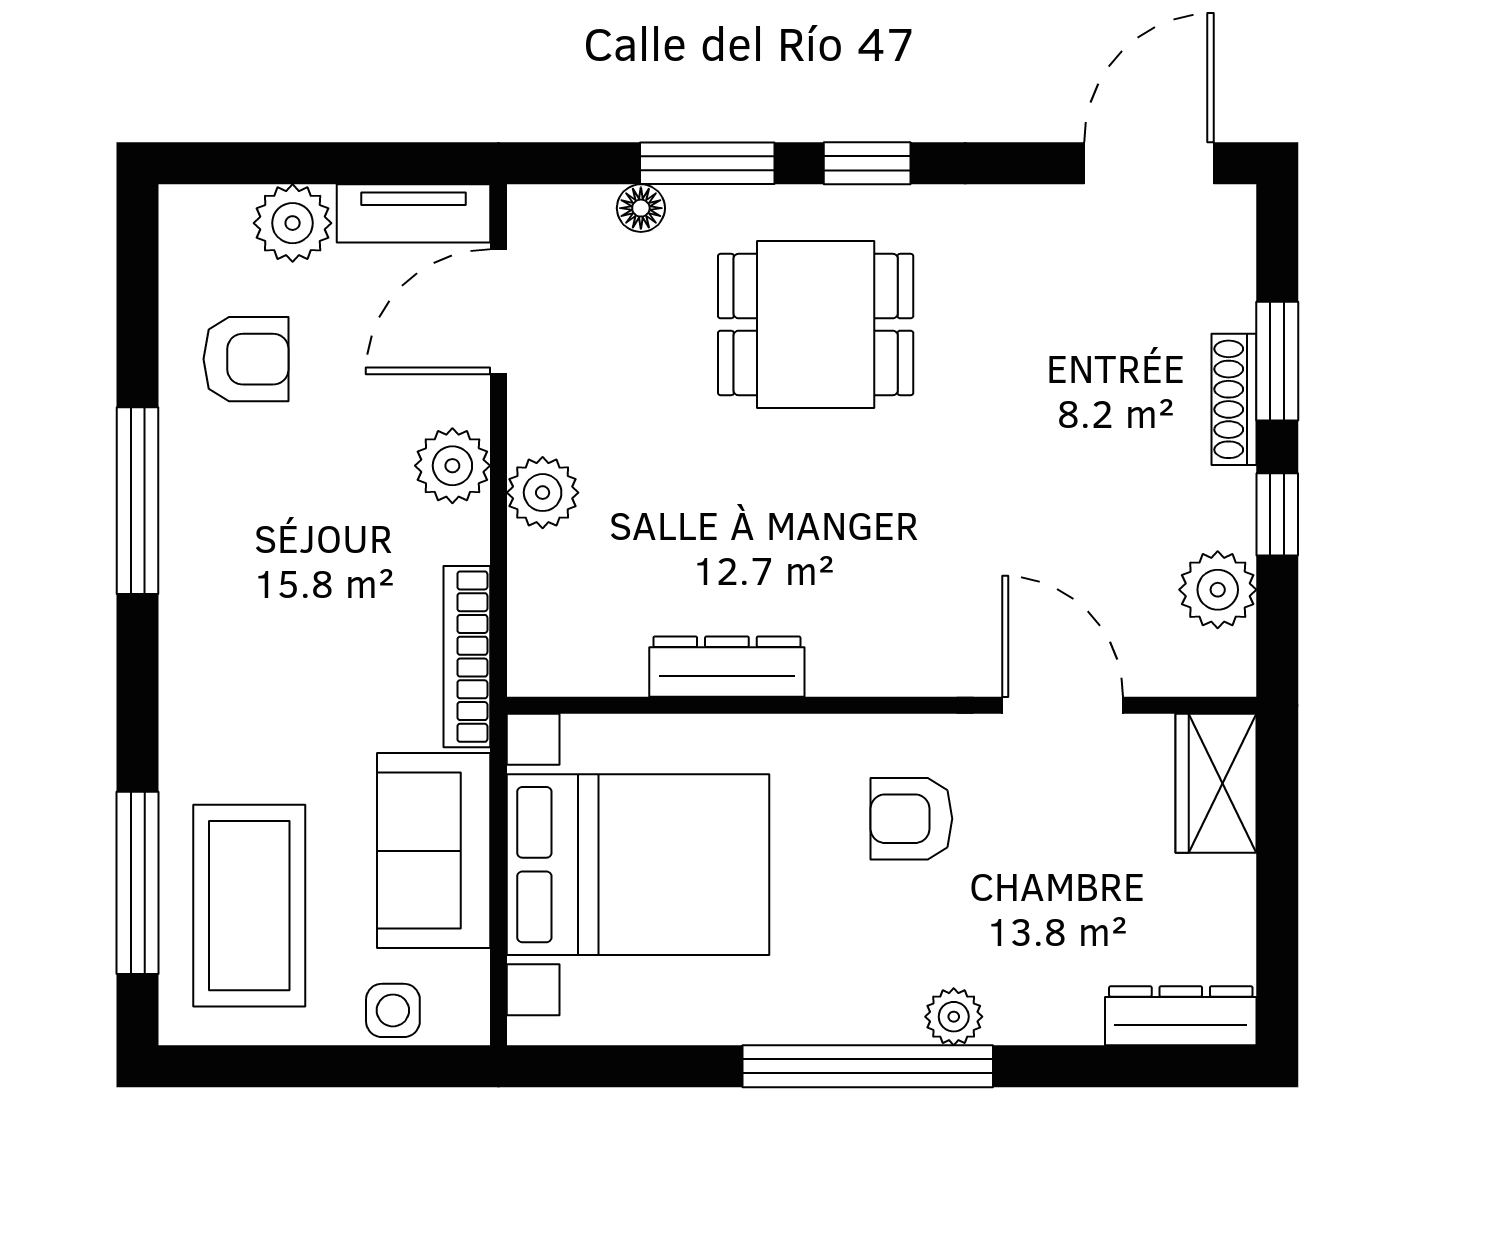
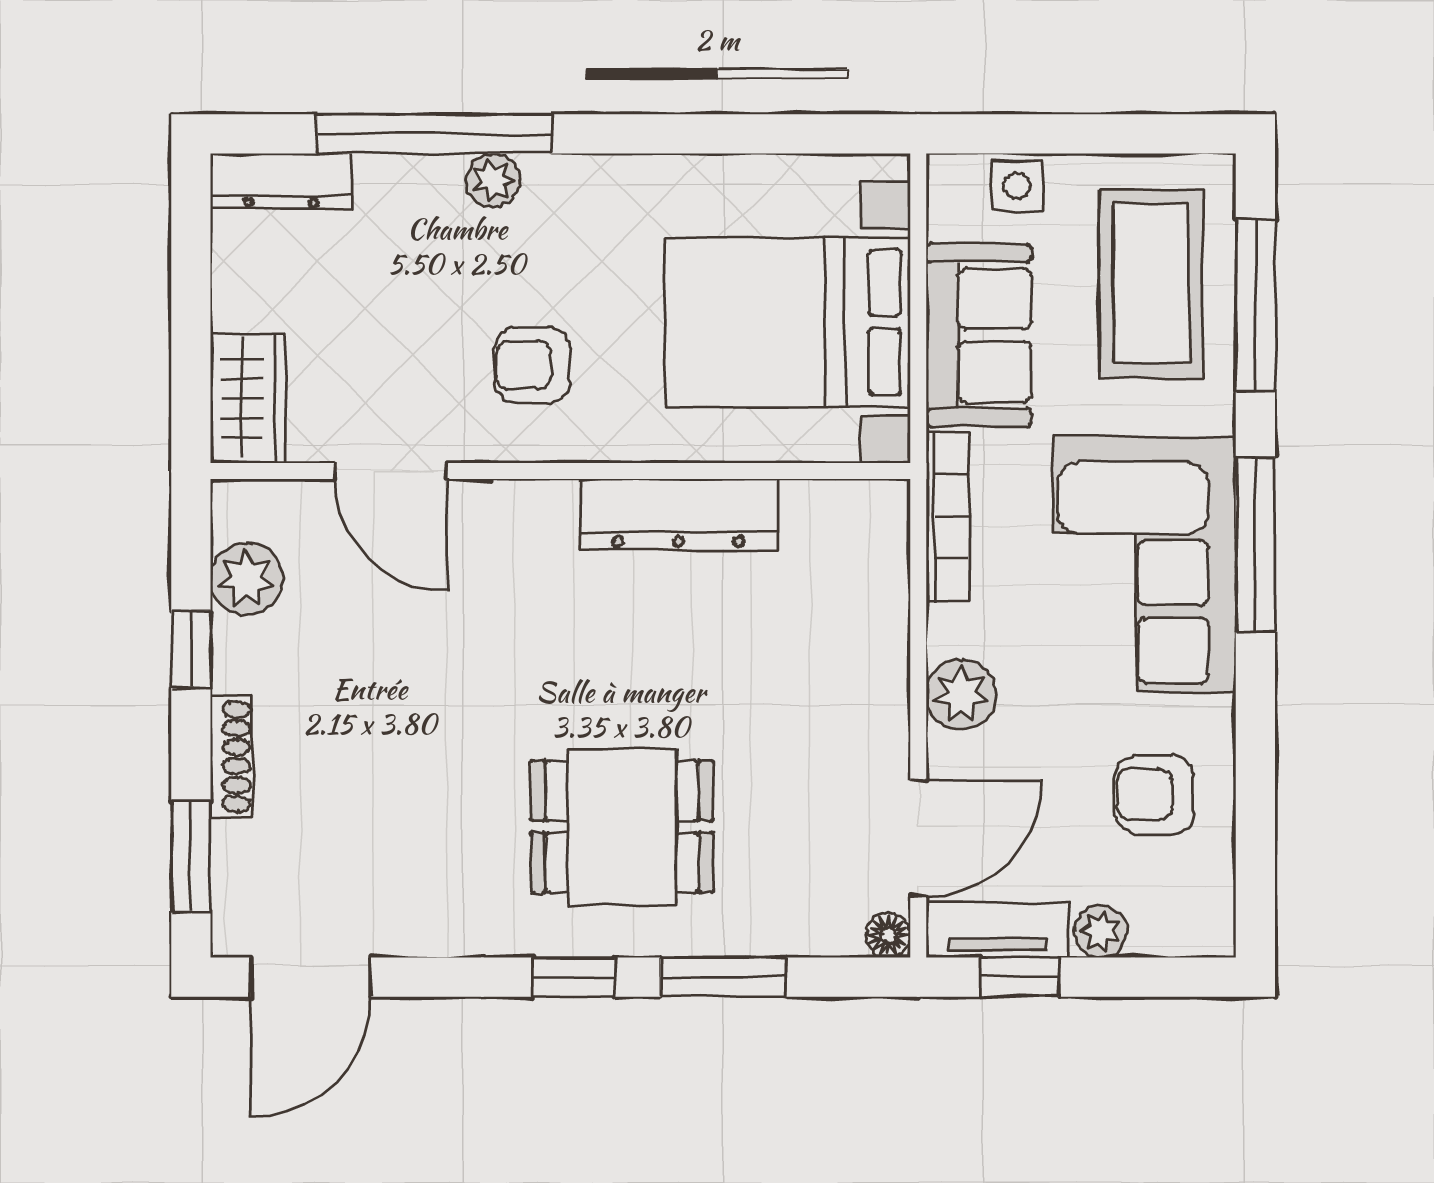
window: (390, 163) -> (1020, 977), added
floor lamp: (641, 208) -> (888, 935), moved
plant: (293, 223) -> (1101, 931), width x0.73, depth x0.73
window: (1277, 361) -> (191, 856), moved
plant: (543, 493) -> (877, 670), removed
window: (138, 501) -> (1255, 544), moved
corner sofa: (256, 605) -> (1145, 564), added
dresser: (727, 667) -> (678, 514), width x1.37, depth x1.24
armchair: (911, 819) -> (533, 365), turned 180
window: (868, 1066) -> (434, 134), moved

